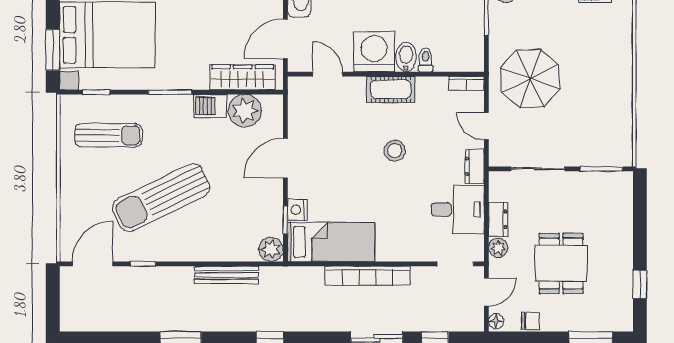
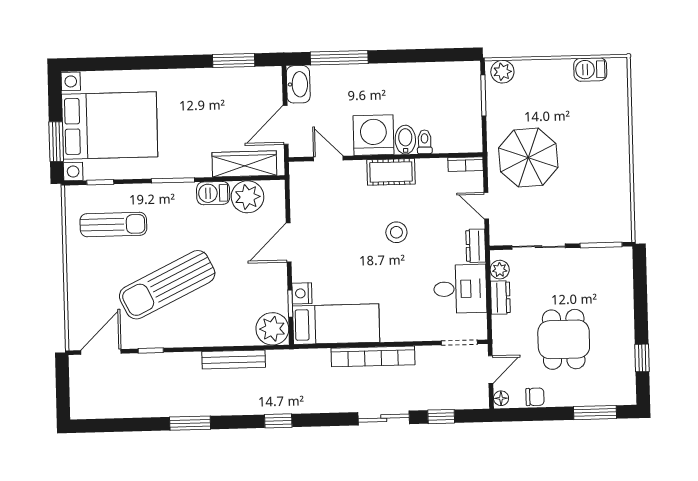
plant: (498, 248) -> (500, 270), moved
plant: (271, 249) -> (272, 329), width x1.36, depth x1.36

